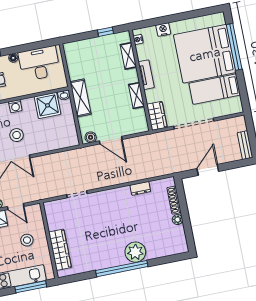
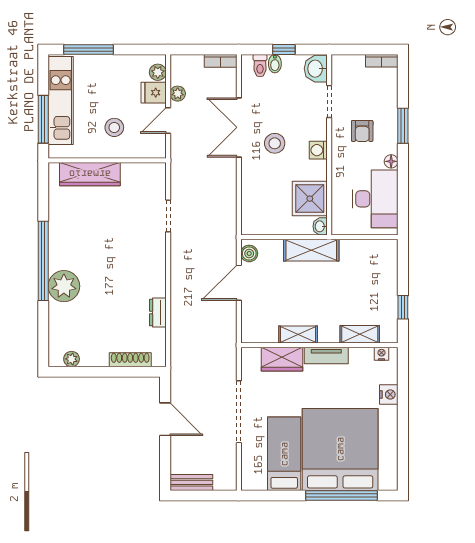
wardrobe: (157, 116) -> (282, 359), moved
plant: (177, 220) -> (72, 359), moved

